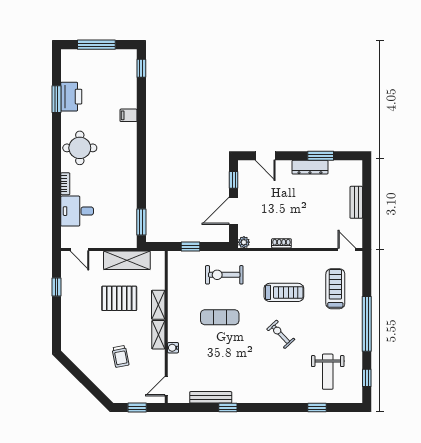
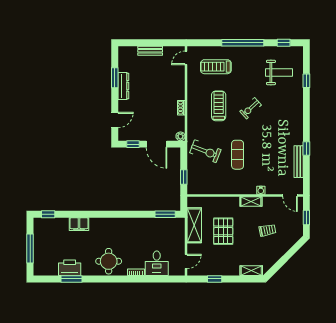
filing cabinet: (129, 115) -> (79, 224), width x2.00
exercise bike: (224, 275) -> (205, 151), turned -69
shelving: (158, 305) -> (251, 271), moved

